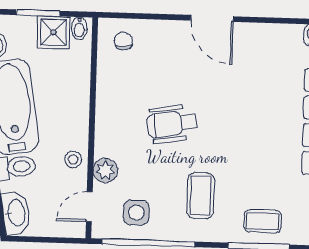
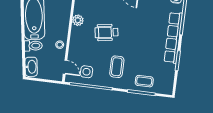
plant: (105, 170) -> (78, 20), moved
door: (89, 207) -> (65, 67), swing flipped

